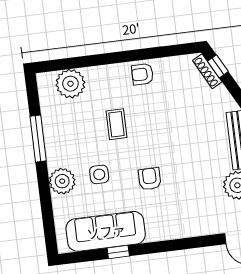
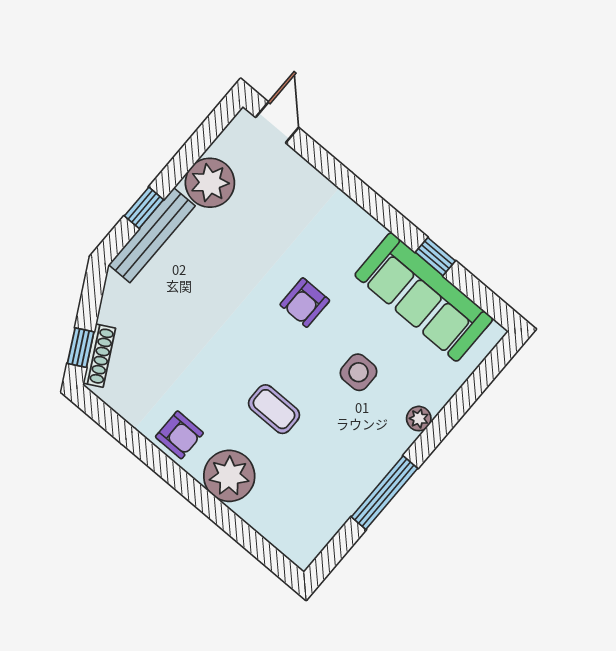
plant: (70, 84) -> (229, 476), moved
coffee table: (117, 124) -> (274, 409), turned 90
plant: (62, 181) -> (419, 419), width x0.53, depth x0.53

